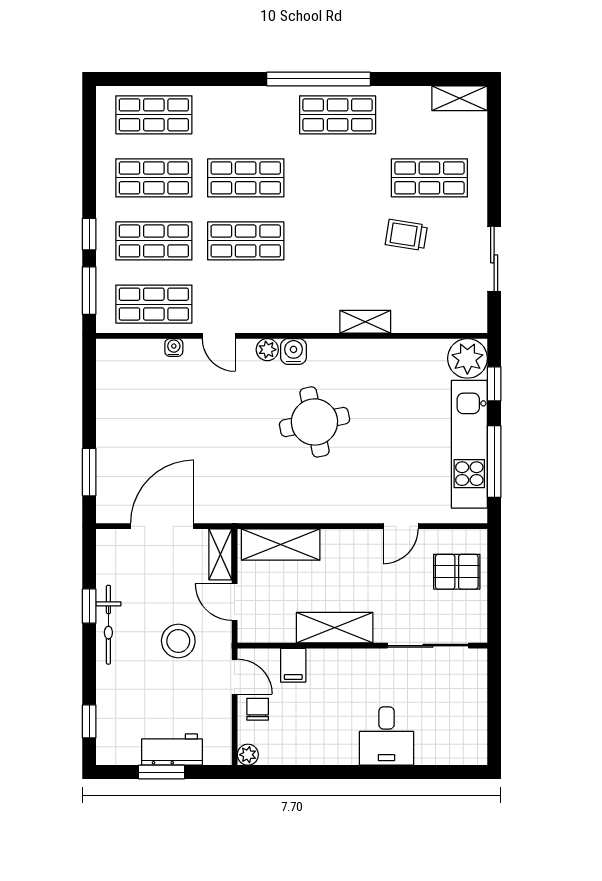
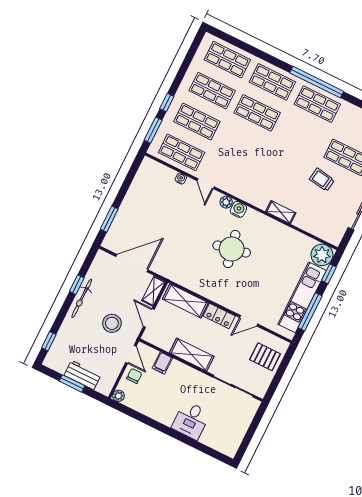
shop shelf: (246, 241) -> (272, 82), moved
locker: (349, 542) -> (219, 316), added

